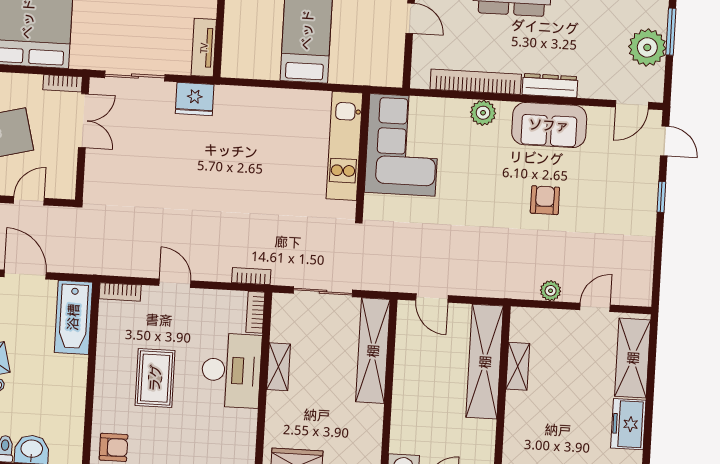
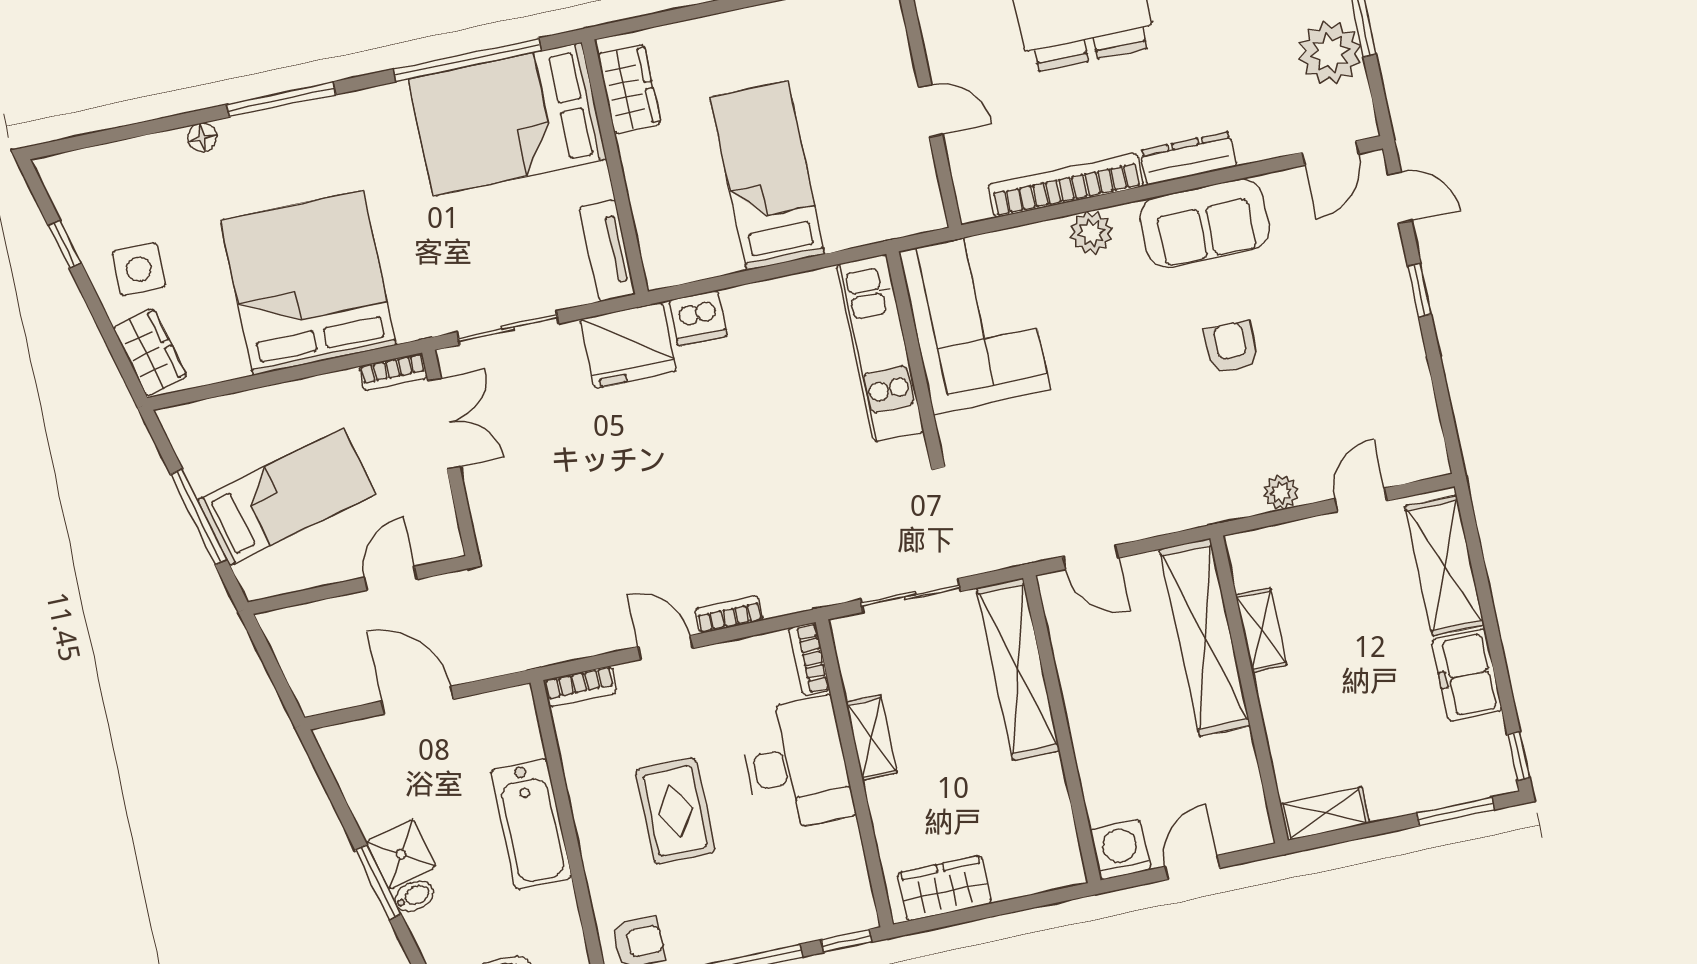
fridge: (195, 99) -> (628, 345), width x1.36, depth x1.34
dishwasher: (245, 100) -> (698, 318), added
bookcase: (251, 276) -> (729, 614), moved
bathtub: (73, 317) -> (531, 824), moved

